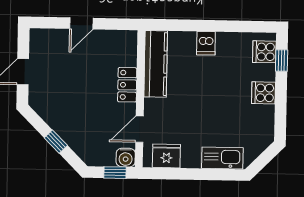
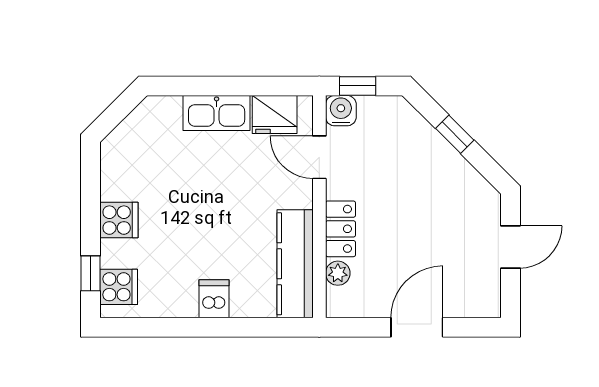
door: (81, 23) -> (417, 327), width x1.38
plant: (129, 58) -> (338, 273), added
door: (139, 129) -> (319, 157), swing flipped
kitchen sink: (222, 158) -> (217, 113), moved

